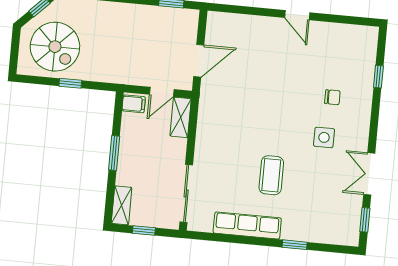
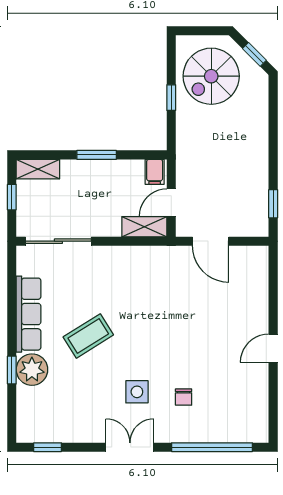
window: (378, 77) -> (212, 447), width x3.17
door: (162, 92) -> (171, 203), hinge flipped
double door: (369, 174) -> (130, 447), moved
coffee table: (271, 175) -> (88, 336), turned -32
plant: (296, 227) -> (32, 370), added

